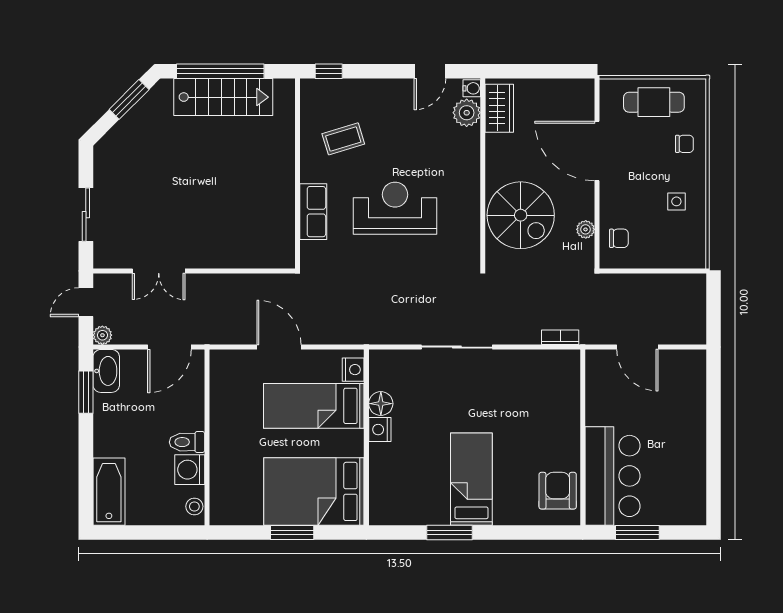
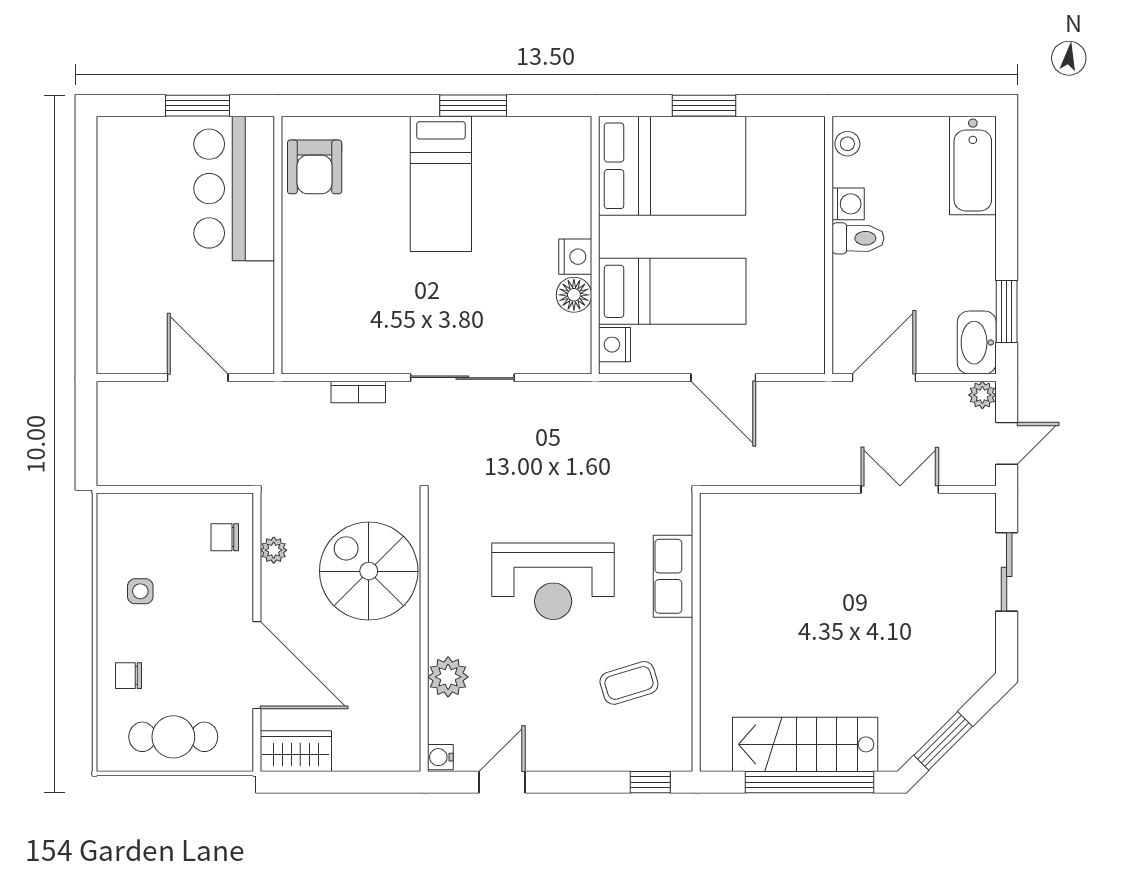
wardrobe: (499, 108) -> (296, 751), moved, turned 90
plant: (467, 113) -> (448, 677), moved
bookcase: (560, 337) -> (358, 392), moved
washing machine: (190, 470) -> (848, 204), width x0.73, depth x0.73

